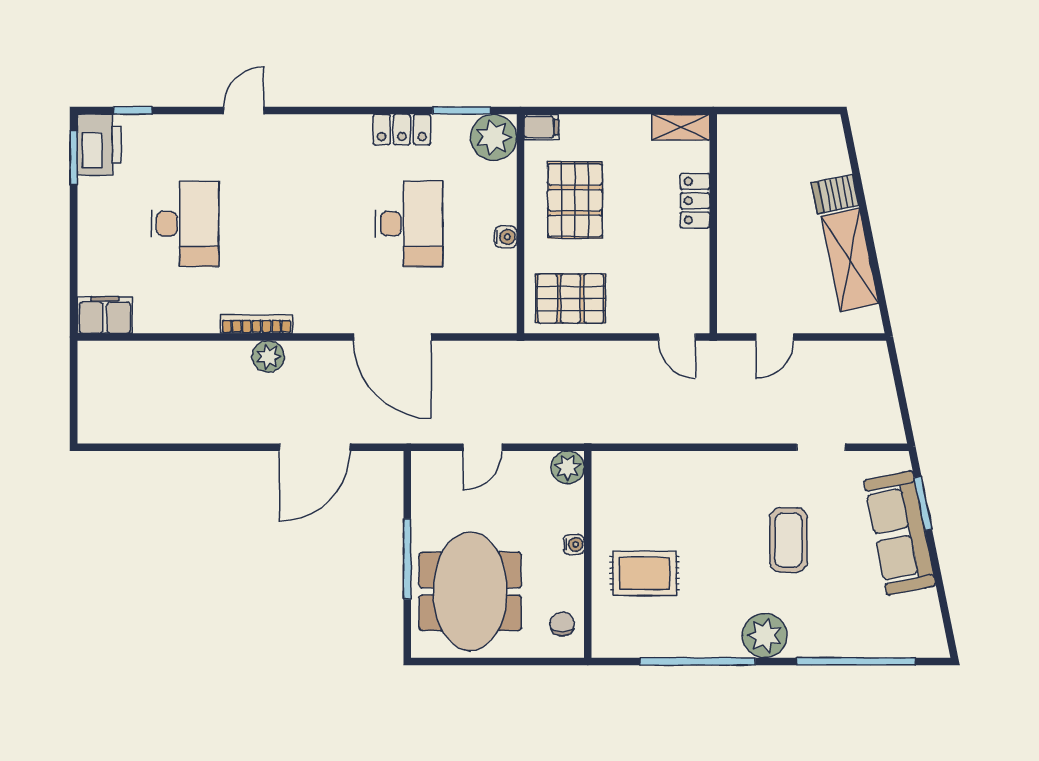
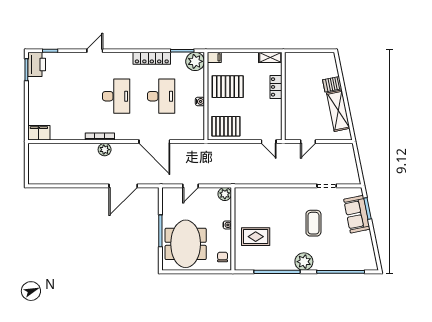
locker: (402, 130) -> (152, 58), width x1.53
pallet: (575, 200) -> (228, 87), turned 90
desk: (185, 224) -> (116, 96), moved
sofa: (900, 533) -> (357, 214), width x0.73

